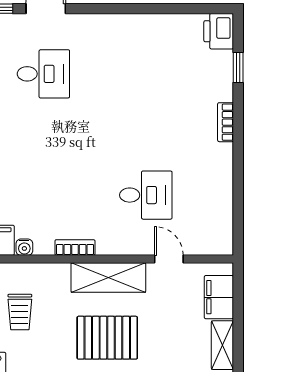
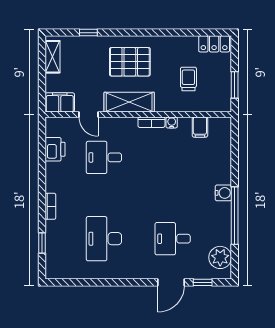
printer: (219, 31) -> (55, 149), moved
desk: (146, 74) -> (104, 239), added
water cooler: (24, 247) -> (172, 122), moved
filing cabinet: (219, 297) -> (60, 102), moved, turned -90

